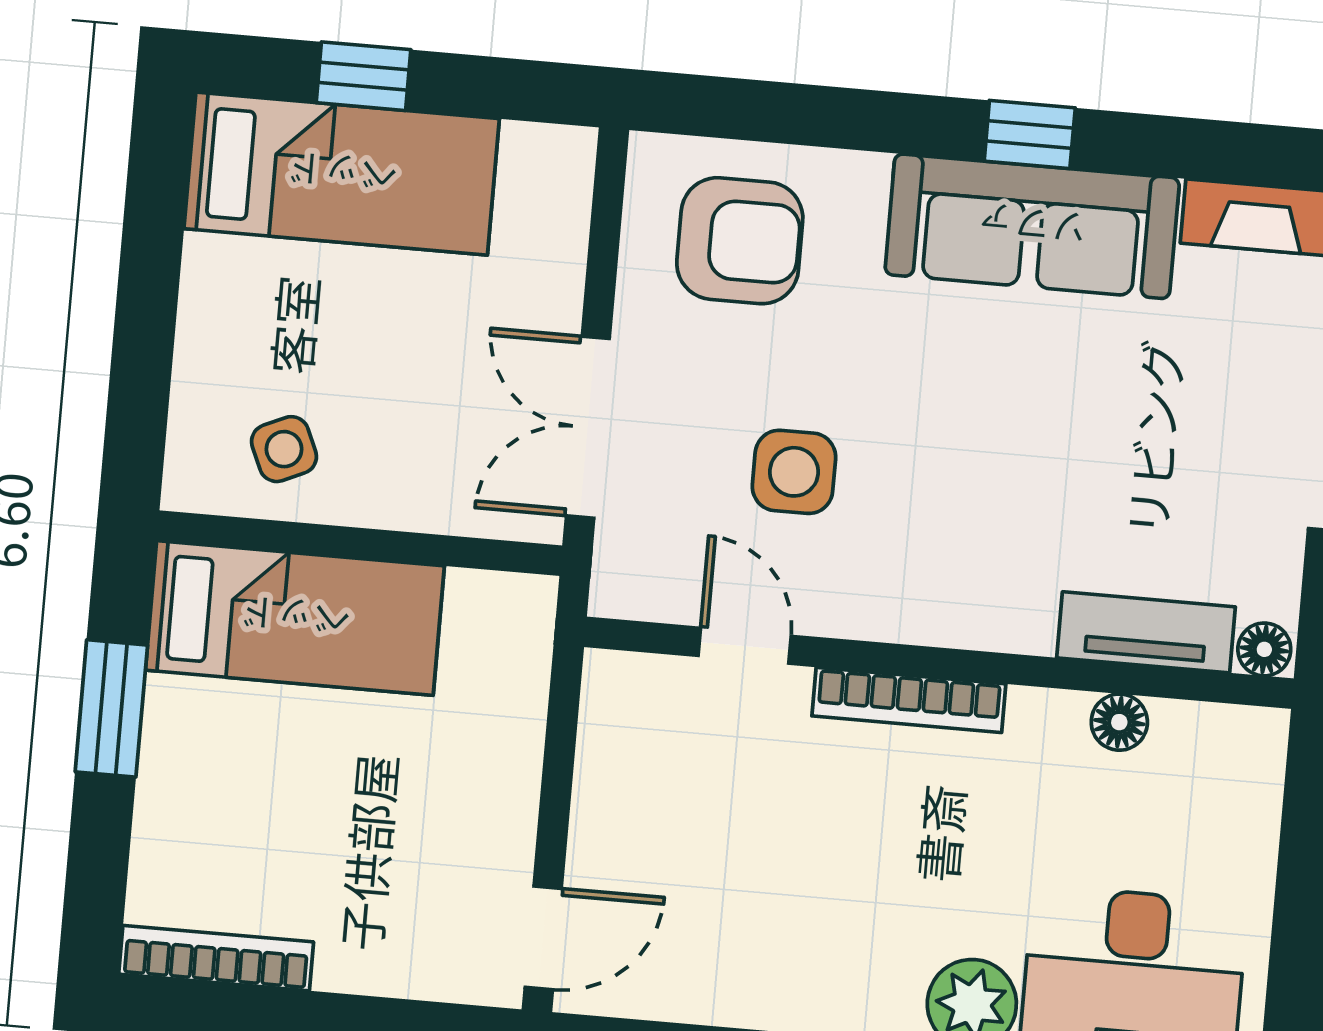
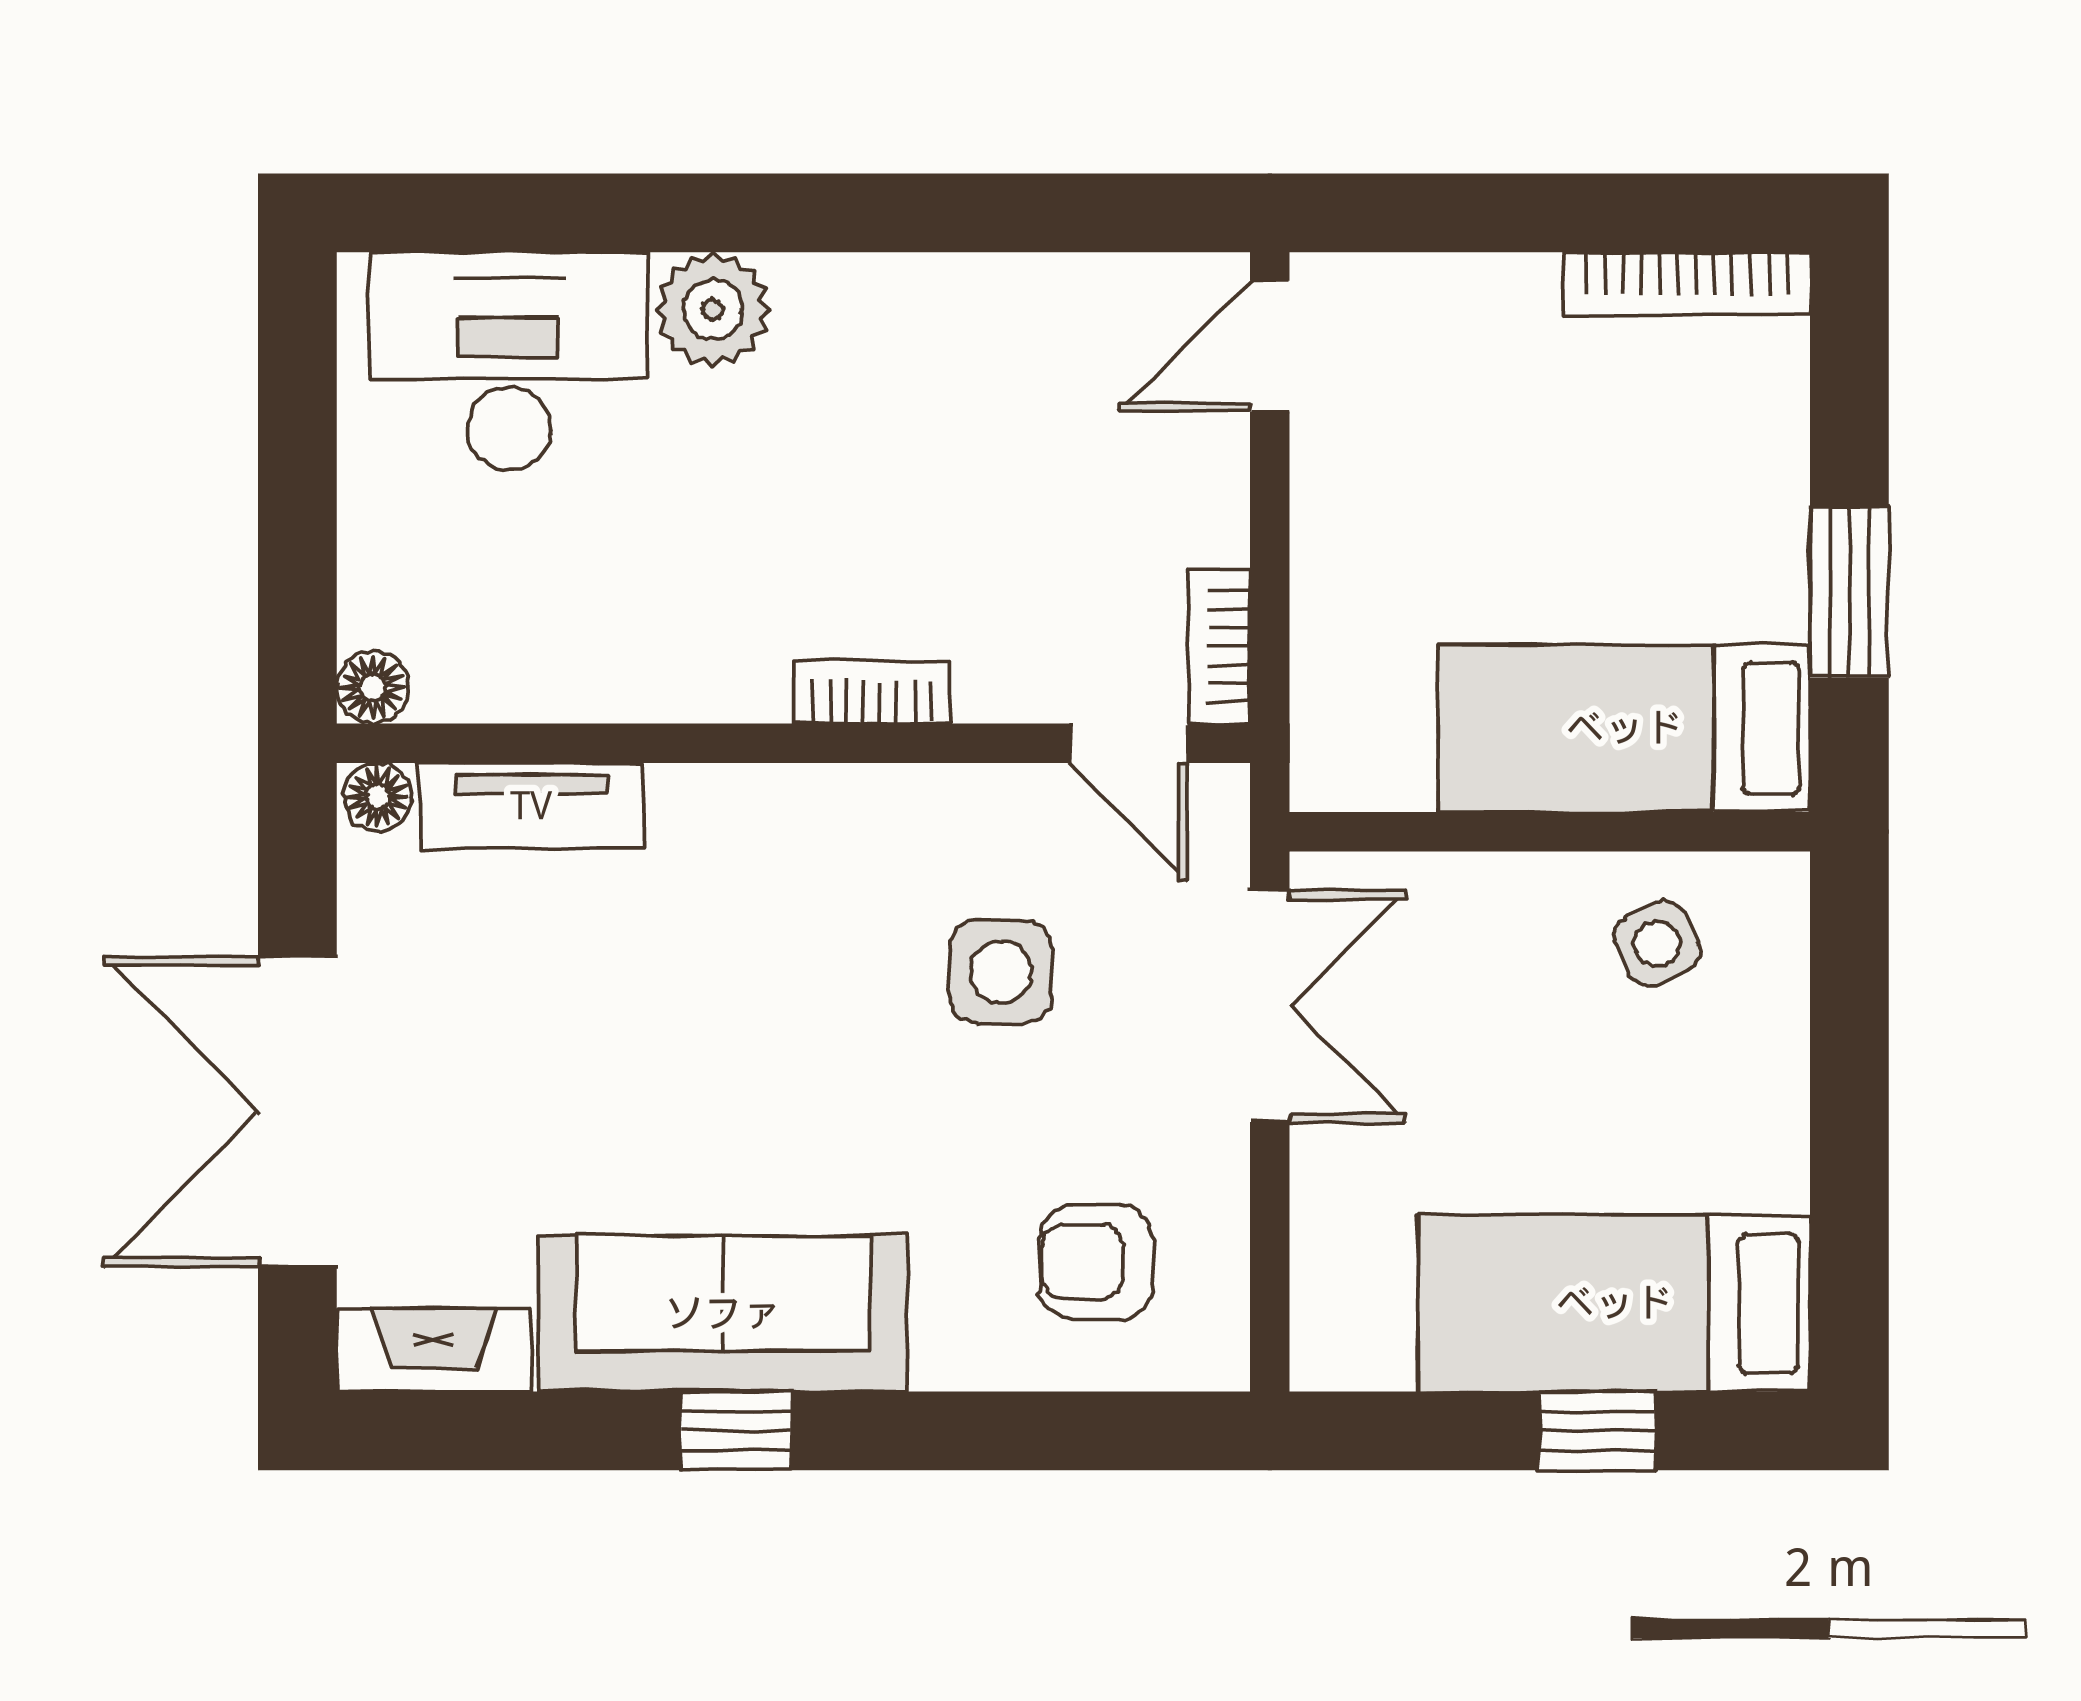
armchair: (740, 241) -> (1096, 1262), width x0.72, depth x0.72
door: (745, 646) -> (1129, 743), moved
bookcase: (909, 700) -> (872, 692), width x0.64
bookcase: (603, 709) -> (1219, 646), added
floor lamp: (1119, 722) -> (373, 687), moved

